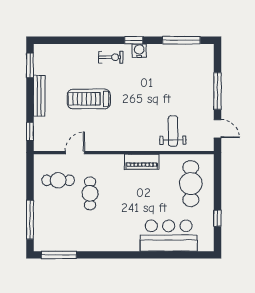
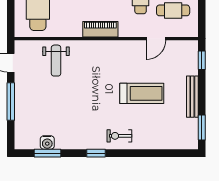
window: (181, 40) -> (48, 153), width x0.69
water cooler: (139, 51) -> (47, 142), moved
piano: (142, 162) -> (100, 29), moved

